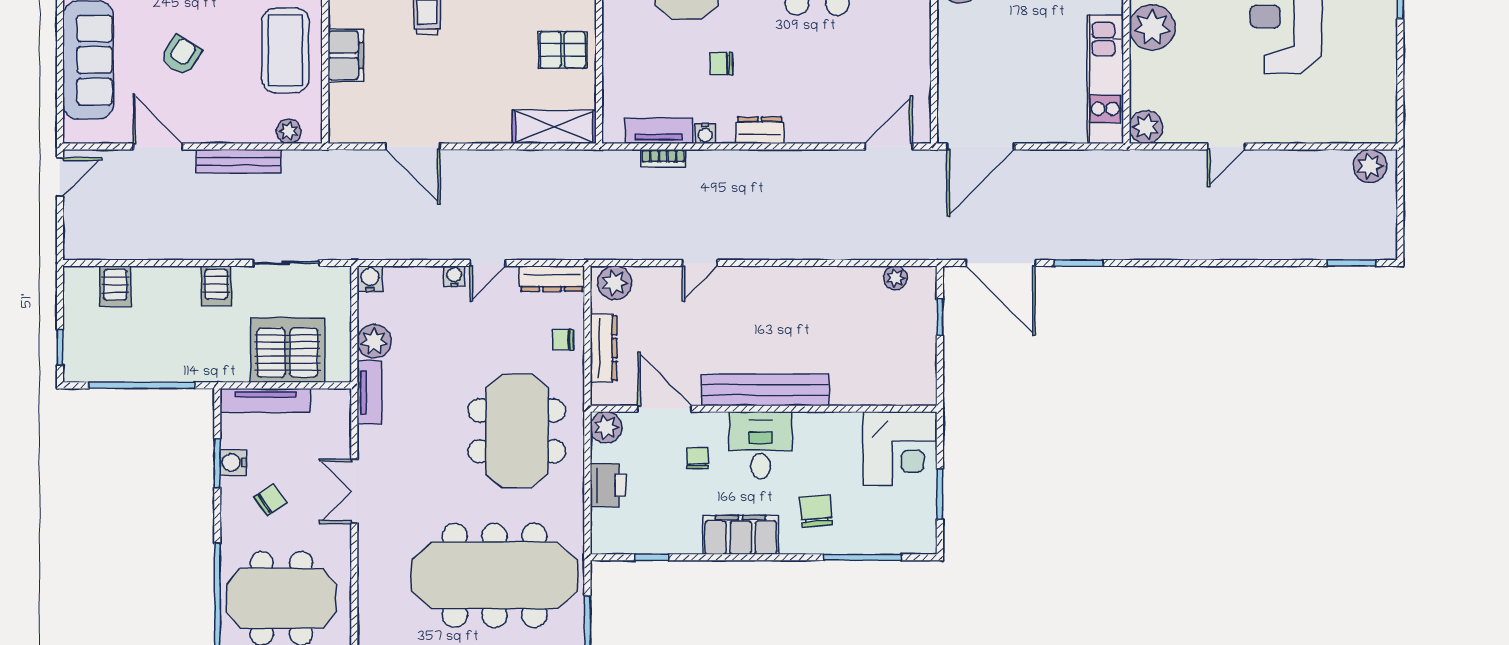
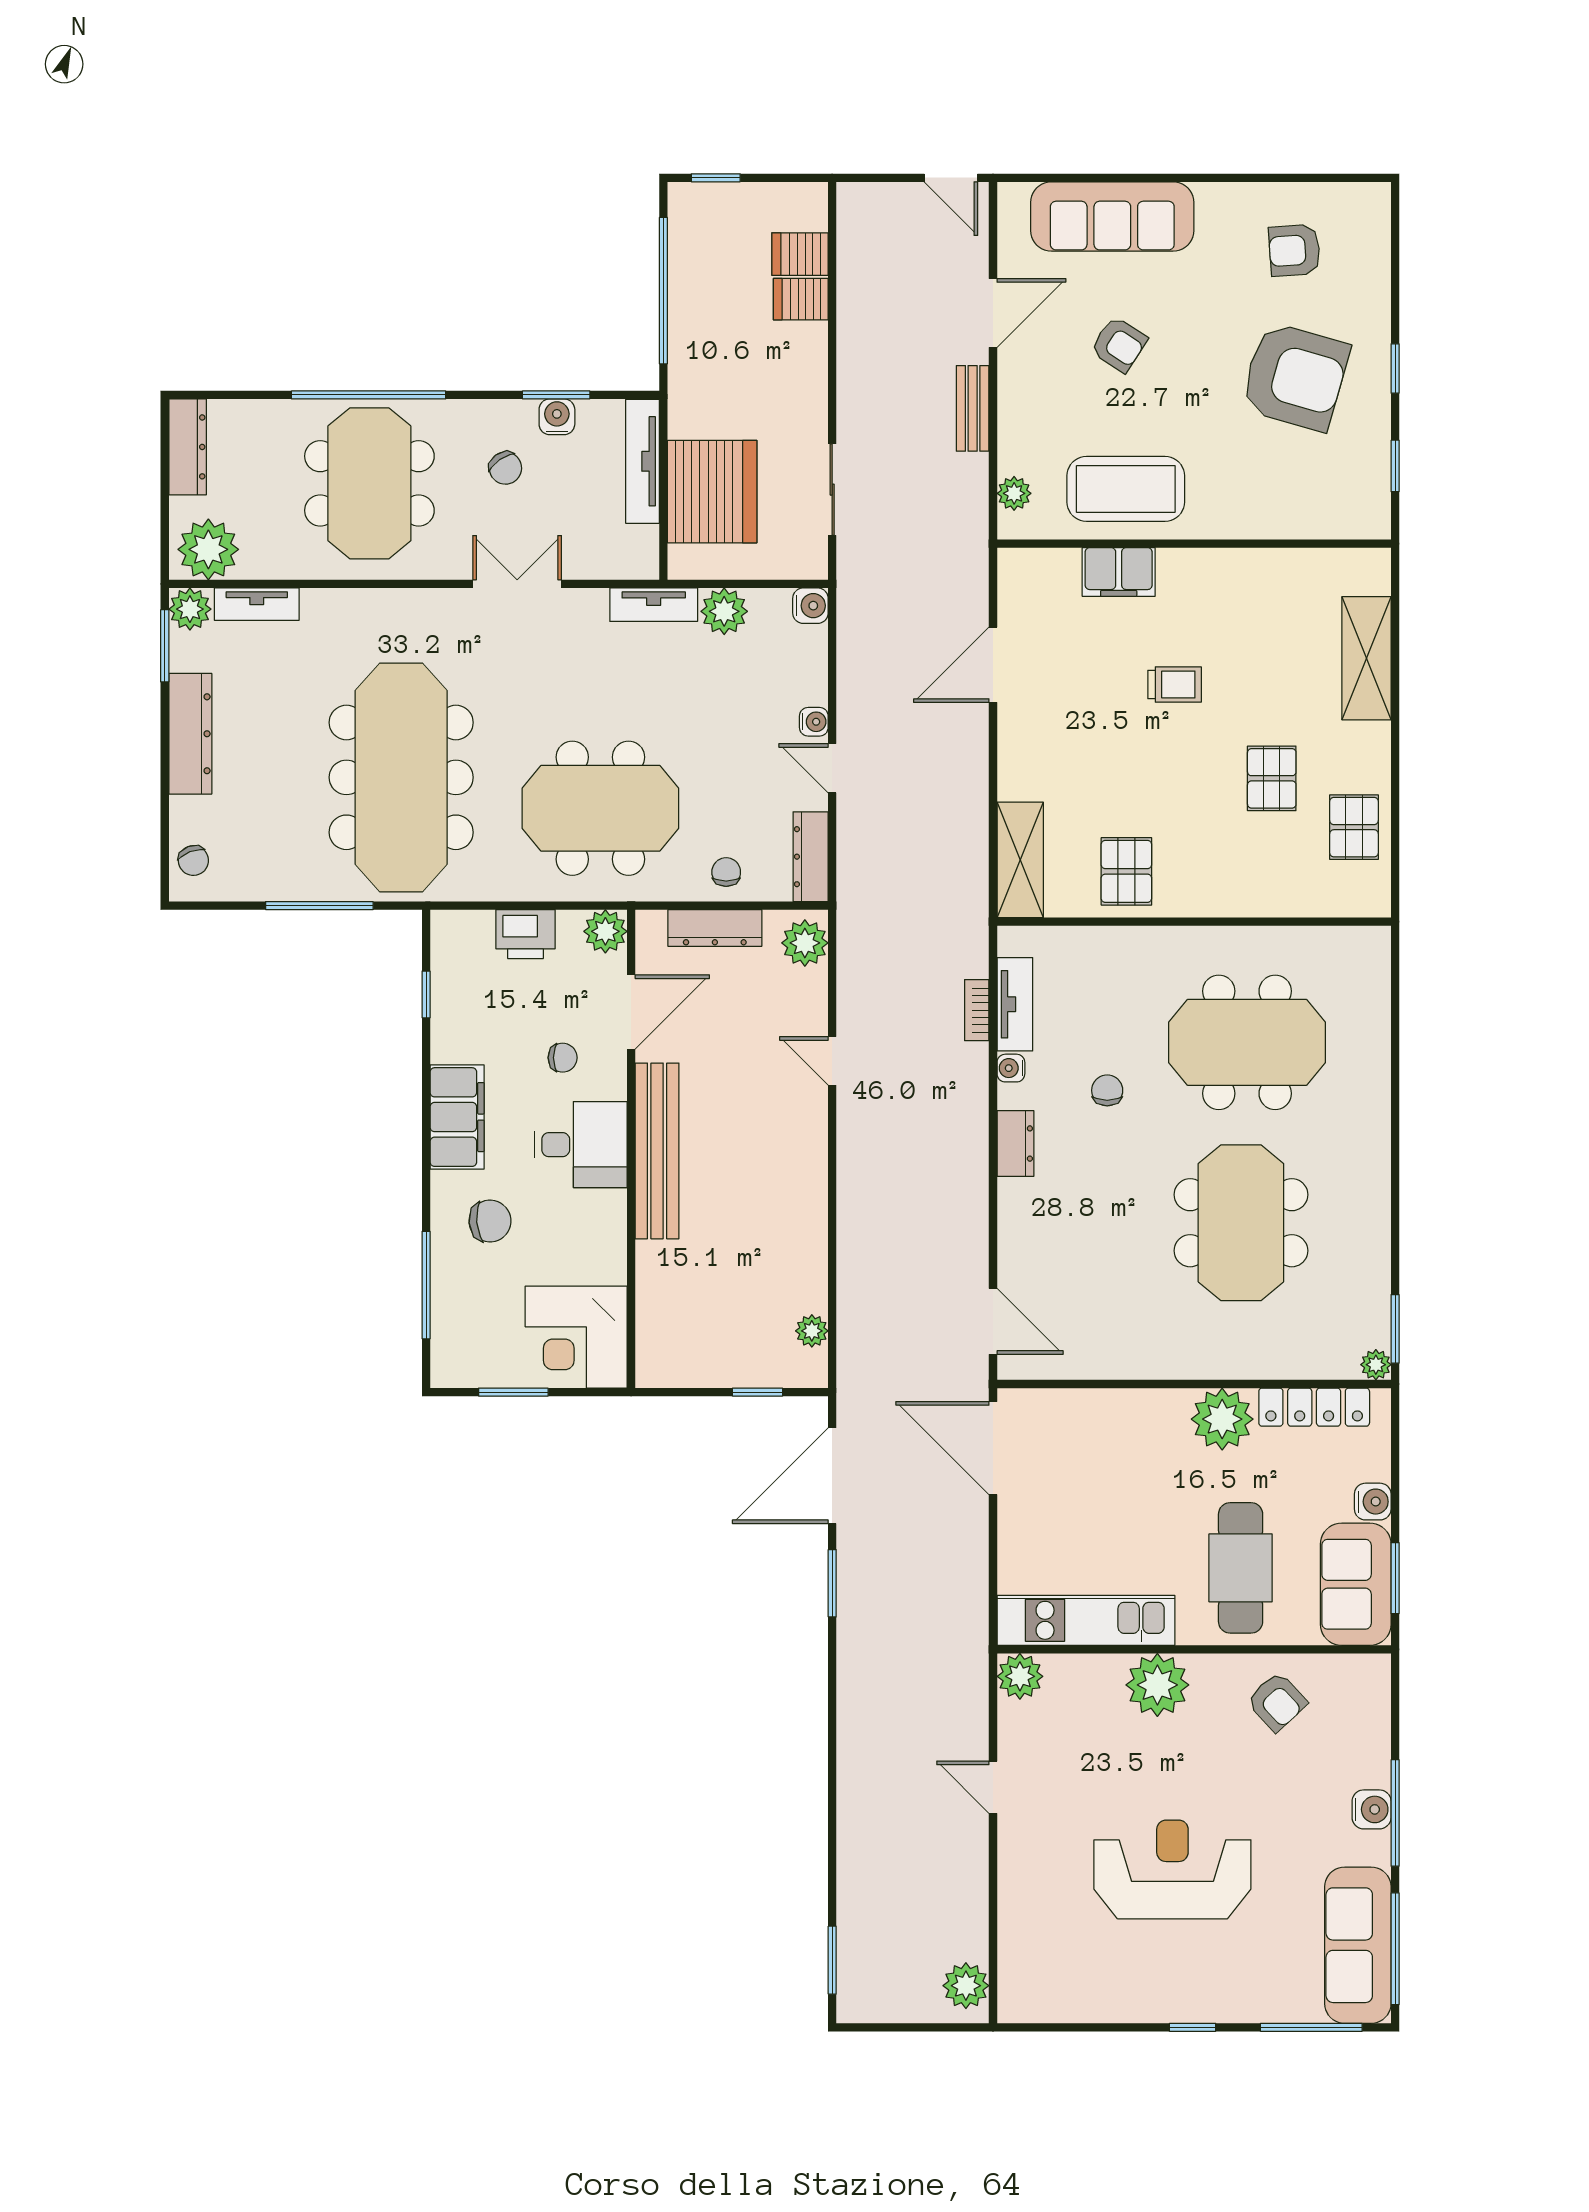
bench: (238, 161) -> (973, 408), width x0.73
server rack: (216, 286) -> (801, 299), moved

